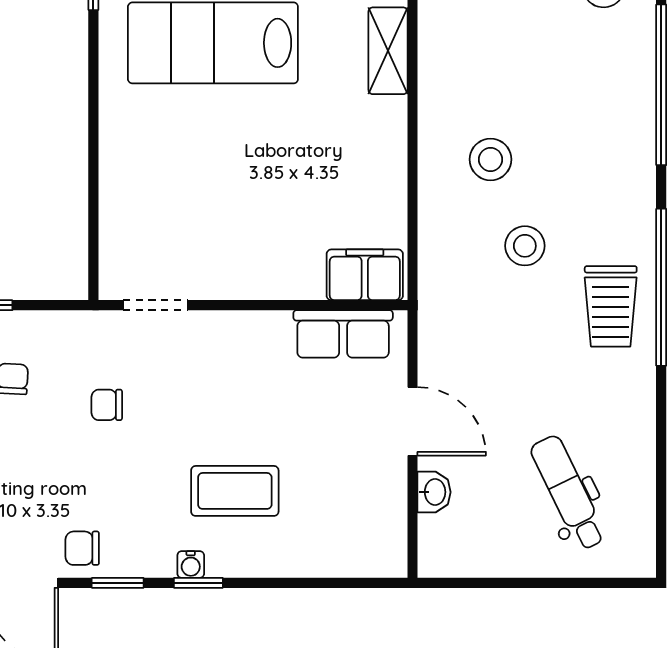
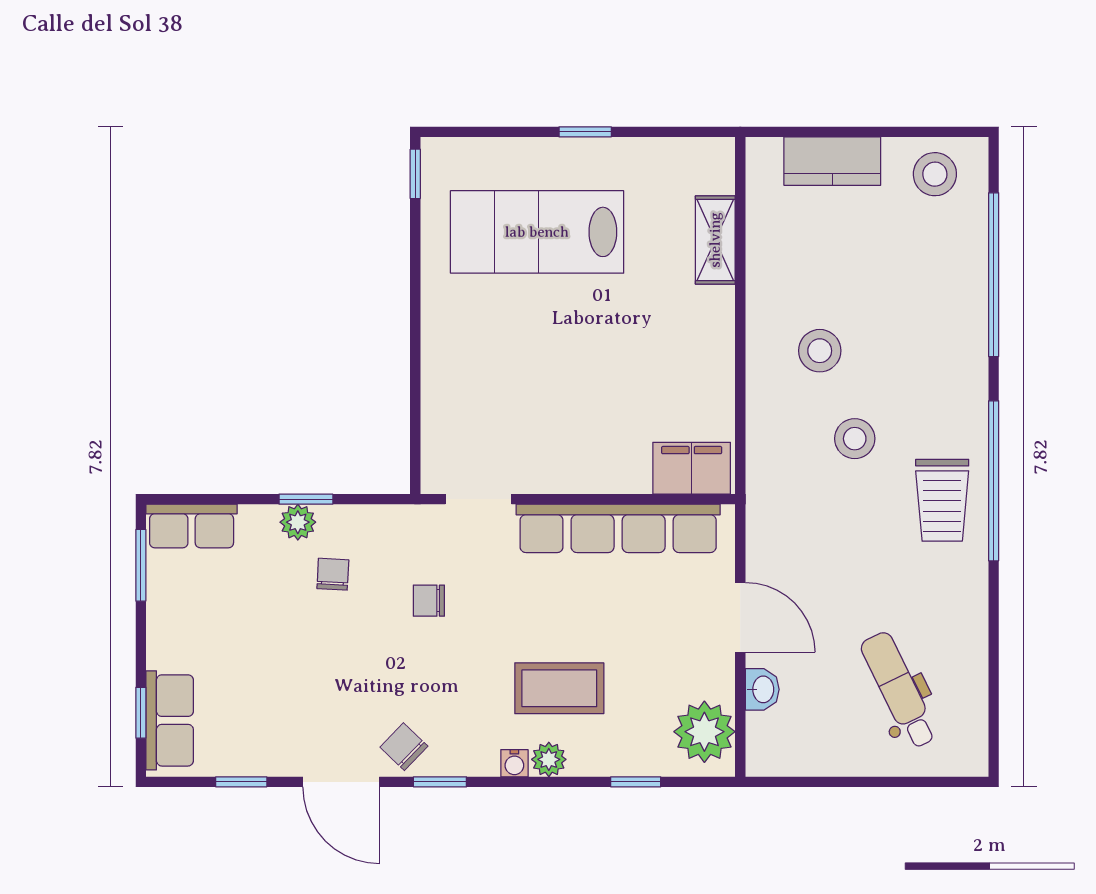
row of seats: (343, 334) -> (618, 528), width x2.02
plant: (377, 534) -> (704, 732), added
chair: (82, 548) -> (404, 747), turned 44
plant: (224, 561) -> (549, 759), added
window: (198, 583) -> (636, 782), moved

